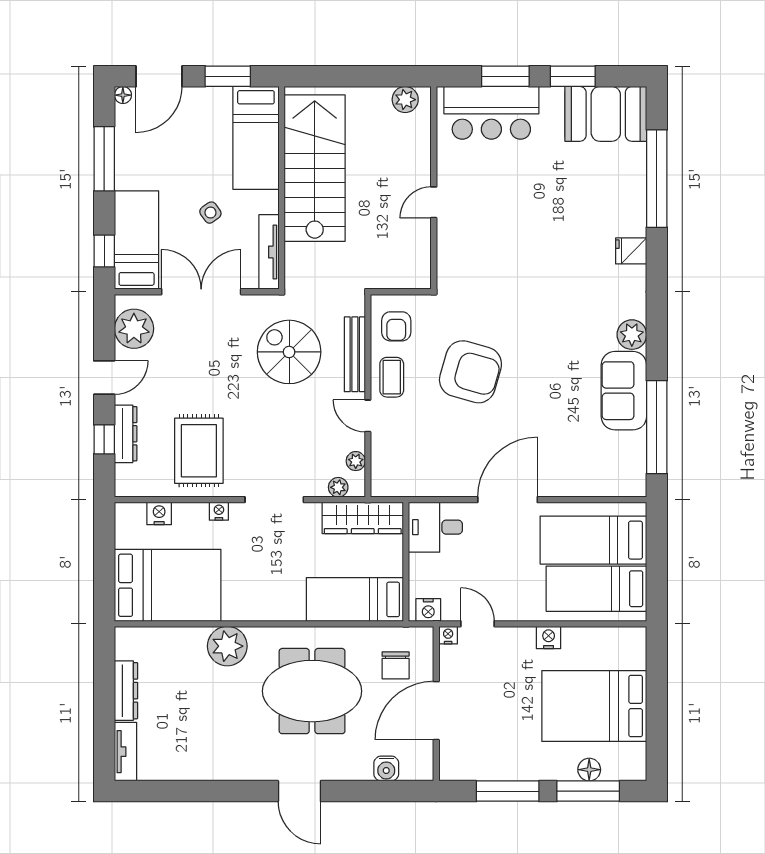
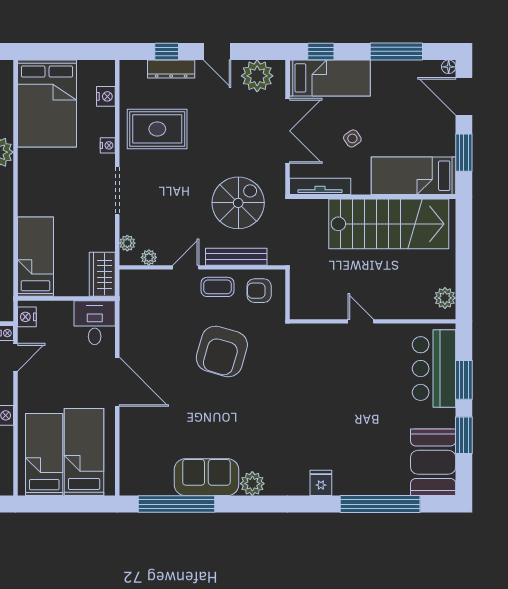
wardrobe: (363, 518) -> (102, 274), width x0.67

